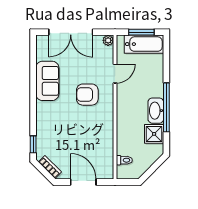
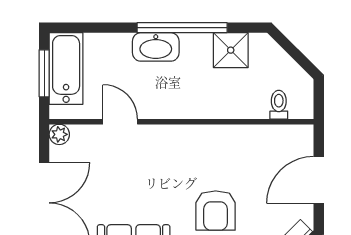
armchair: (87, 95) -> (216, 211), moved
washbasin: (156, 111) -> (156, 47), moved

